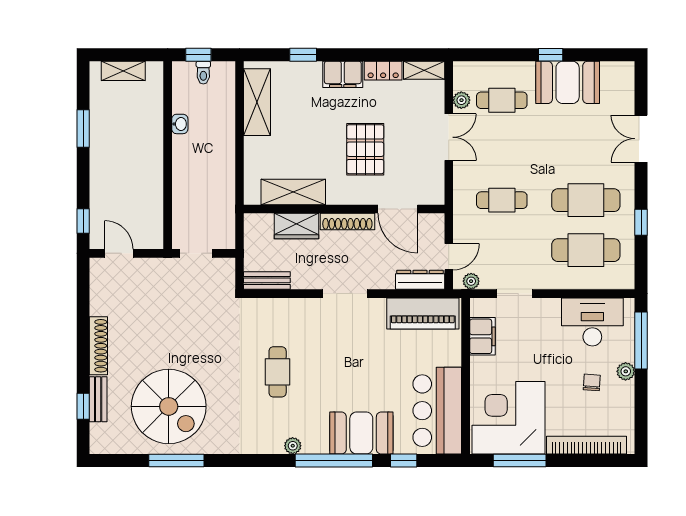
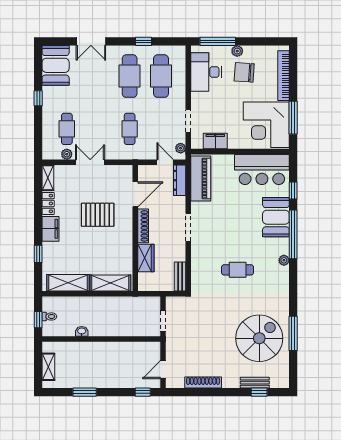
booth: (568, 82) -> (56, 65), moved
shelving: (293, 192) -> (110, 283), moved, turned 90
shoe rack: (98, 346) -> (203, 382), moved
chair: (592, 382) -> (244, 72), width x1.87, depth x1.87

